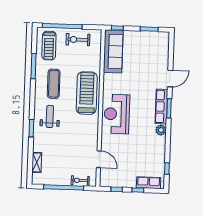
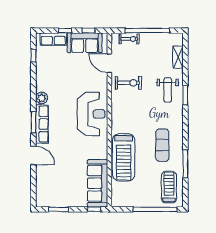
exercise bike: (78, 40) -> (128, 83), moved
door: (170, 79) -> (33, 155), swing flipped
treadmill: (87, 93) -> (124, 157), moved
weight bench: (50, 116) -> (168, 90), moved
sofa: (120, 178) -> (85, 43), added

